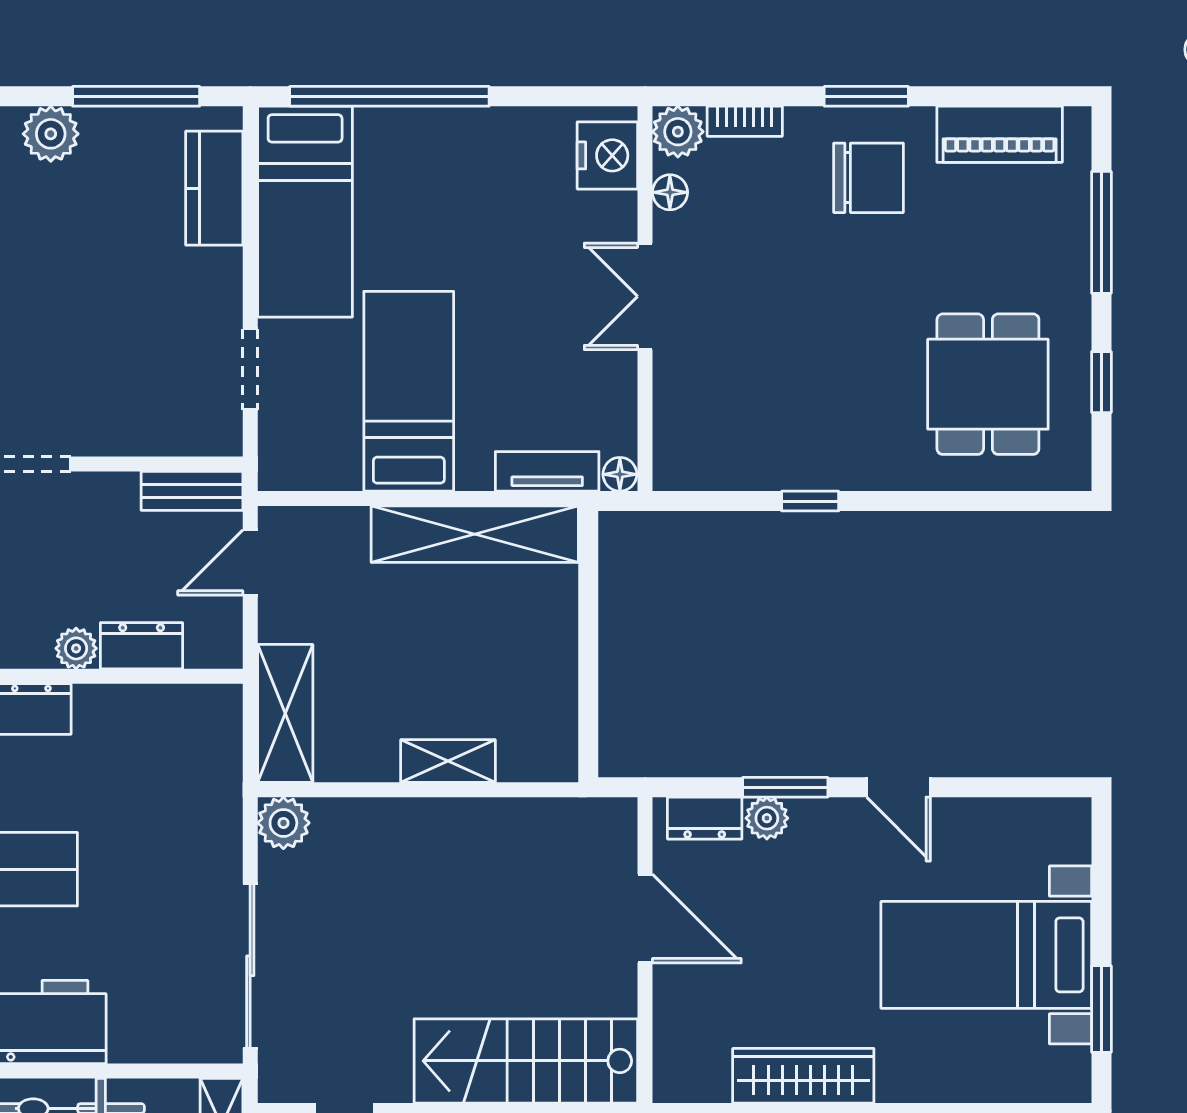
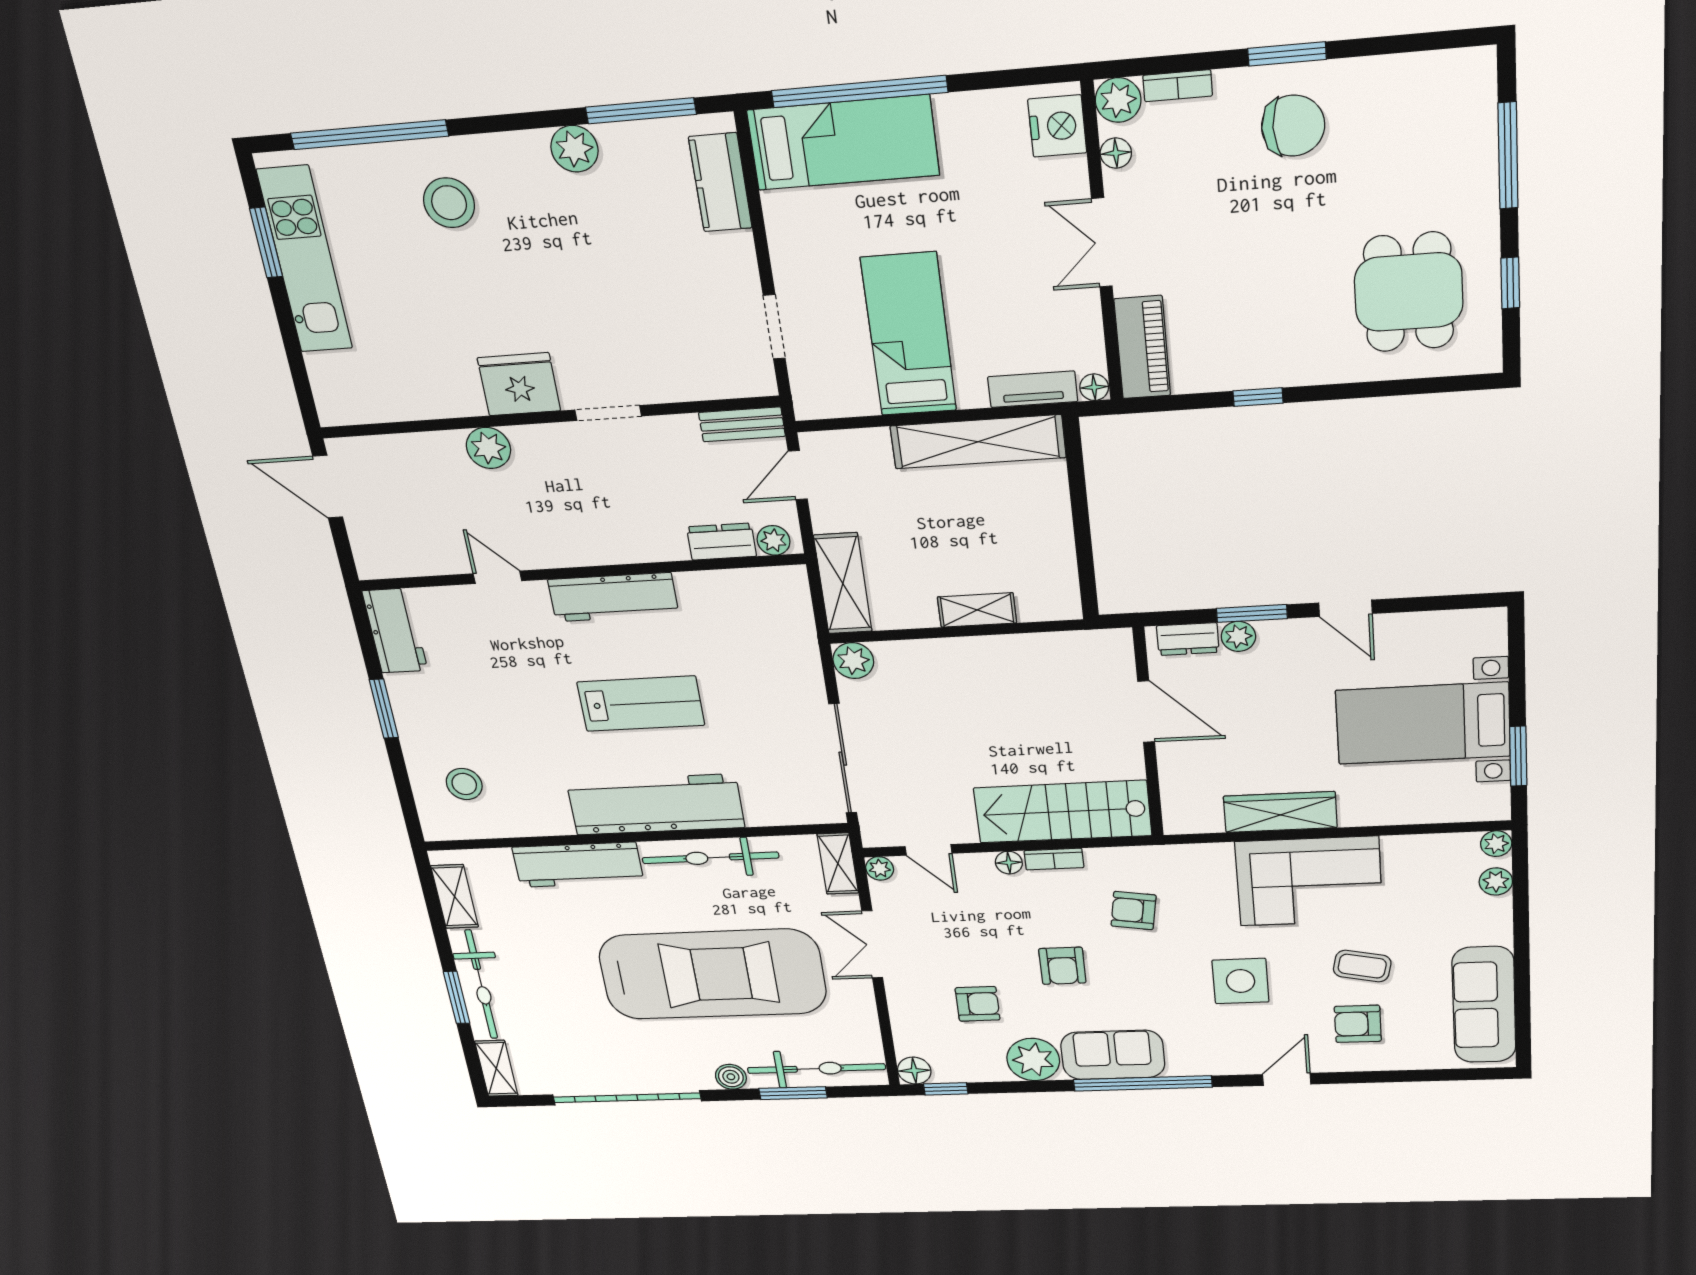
piano: (1000, 134) -> (1142, 347), moved, turned -90
bed: (305, 212) -> (843, 143), moved, turned -90
plant: (76, 648) -> (773, 540), moved

